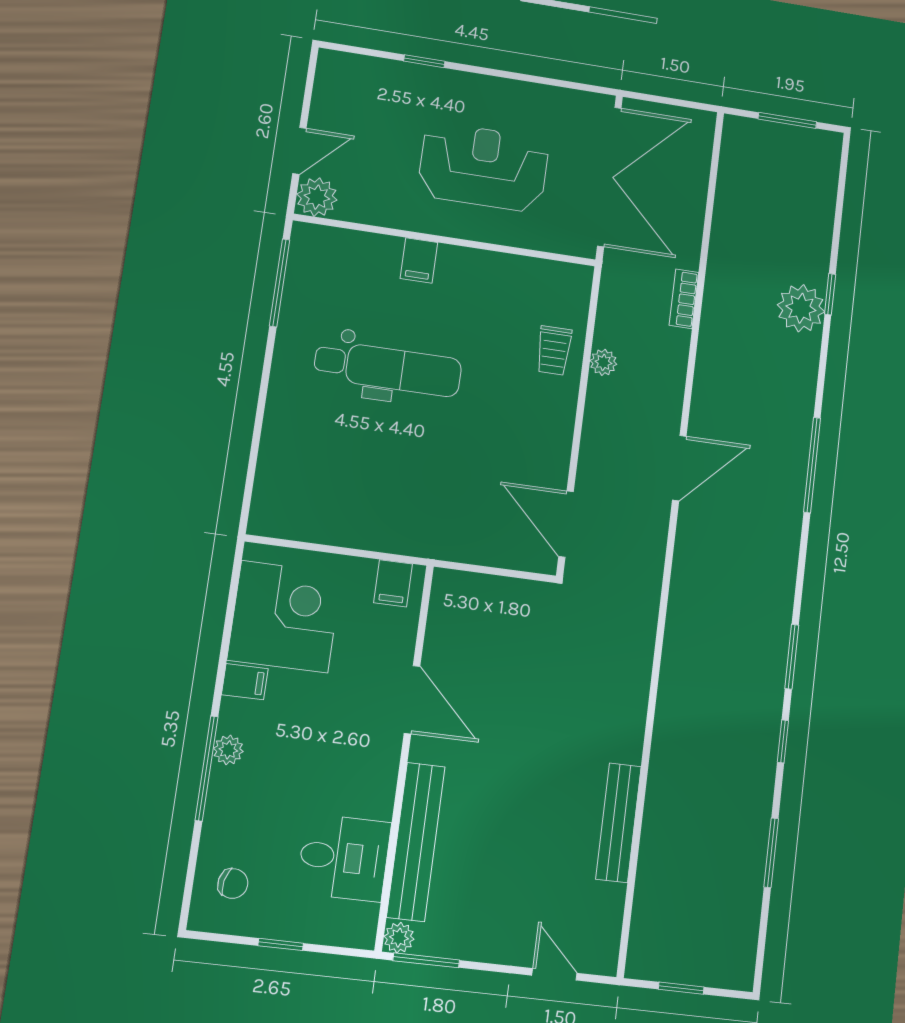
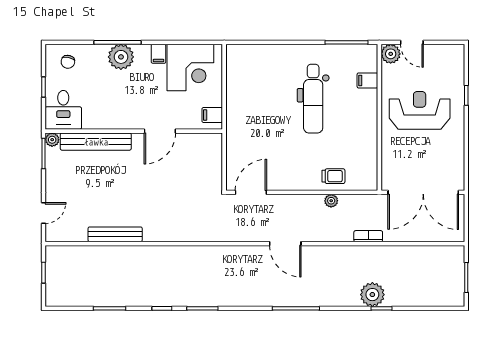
reception desk: (483, 167) -> (420, 110), moved, turned -90
filing cabinet: (419, 260) -> (367, 80), moved
trolley: (554, 350) -> (333, 176), turned 180
plant: (228, 750) -> (121, 57), width x1.87, depth x1.87
desk: (344, 858) -> (63, 110), moved

